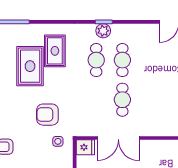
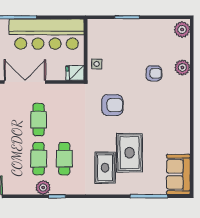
plant: (103, 31) -> (43, 187), moved
double door: (118, 138) -> (25, 82), moved
side table: (58, 141) -> (97, 64), moved

